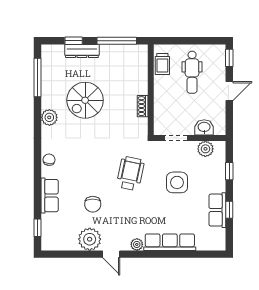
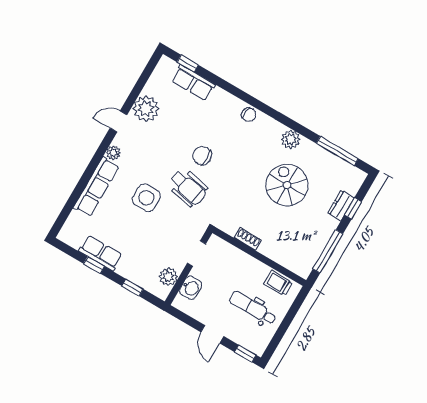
dresser: (82, 51) -> (341, 205), width x0.70
side table: (177, 182) -> (146, 198), moved
row of seats: (50, 196) -> (193, 83), moved
chair: (93, 204) -> (202, 156), moved

